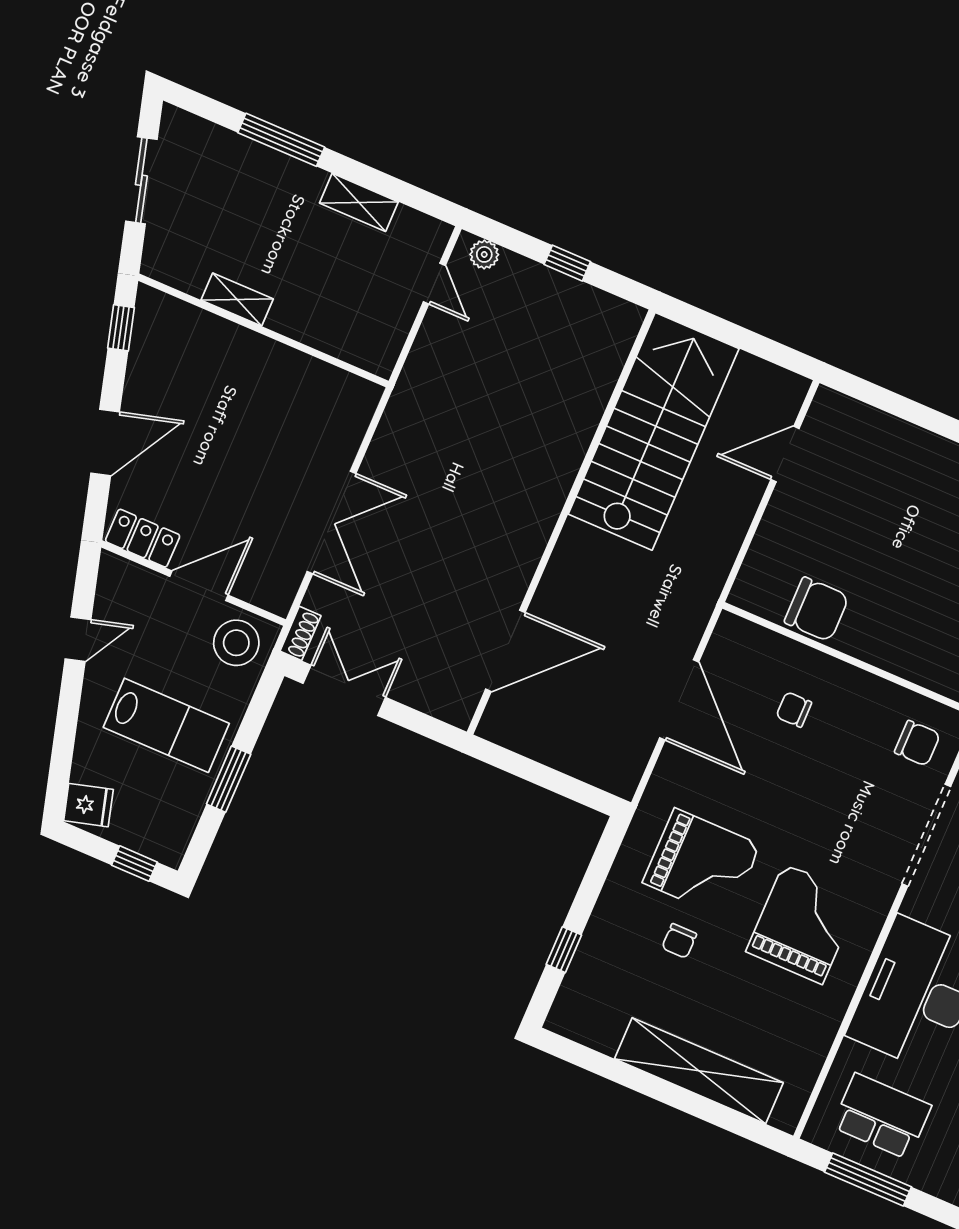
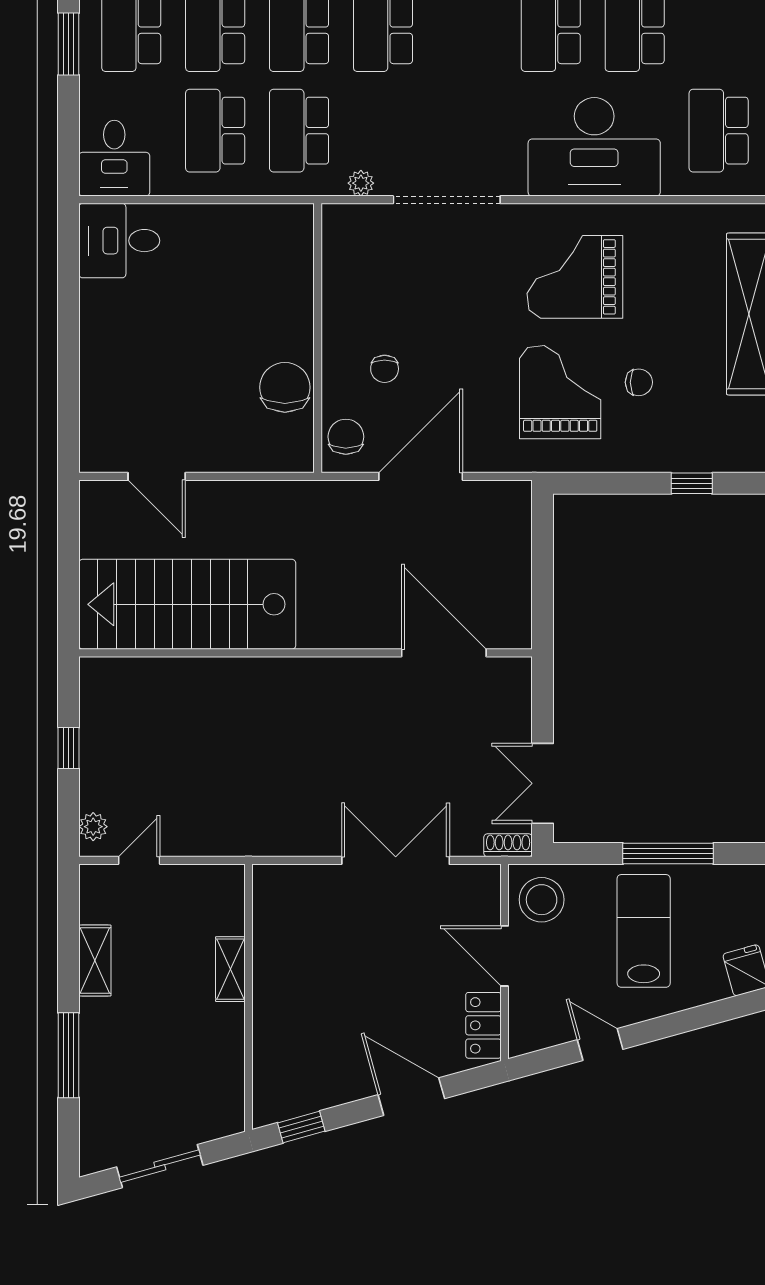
shelving: (237, 299) -> (230, 969), moved
chair: (917, 743) -> (346, 437), moved
window: (229, 779) -> (668, 854), width x1.44

